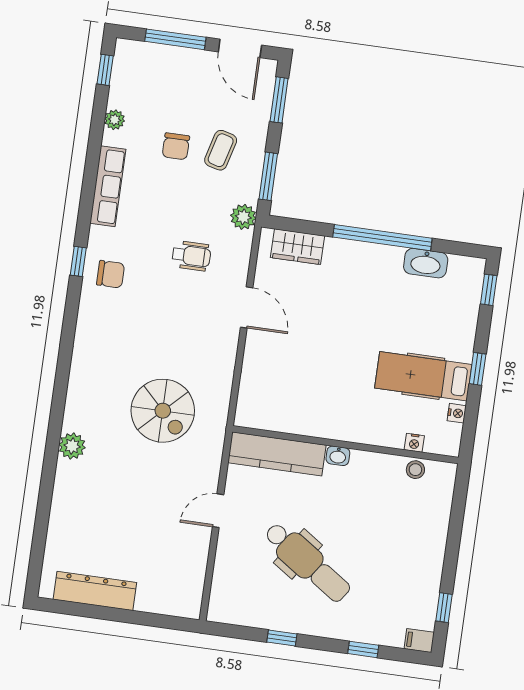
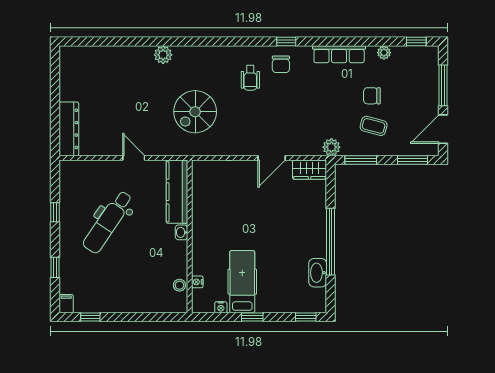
wardrobe: (297, 247) -> (310, 170), moved, turned -90
wheelchair: (191, 256) -> (250, 78), moved
dresser: (95, 591) -> (69, 129), moved

